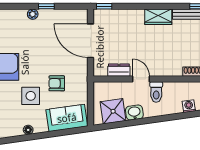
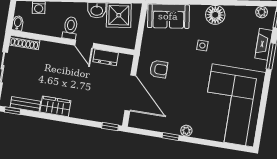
armchair: (57, 83) -> (159, 69), moved
side table: (31, 96) -> (202, 45), width x0.54, depth x0.54
floor lamp: (28, 130) -> (215, 15), width x1.89, depth x1.89

